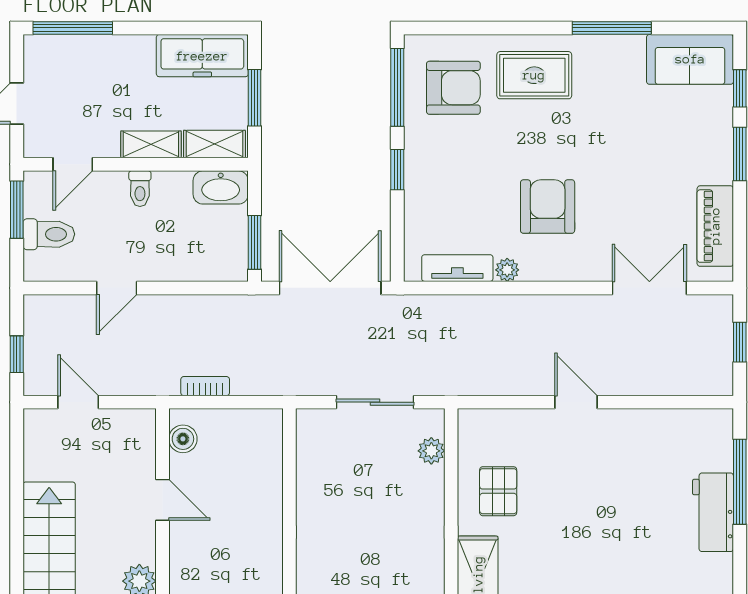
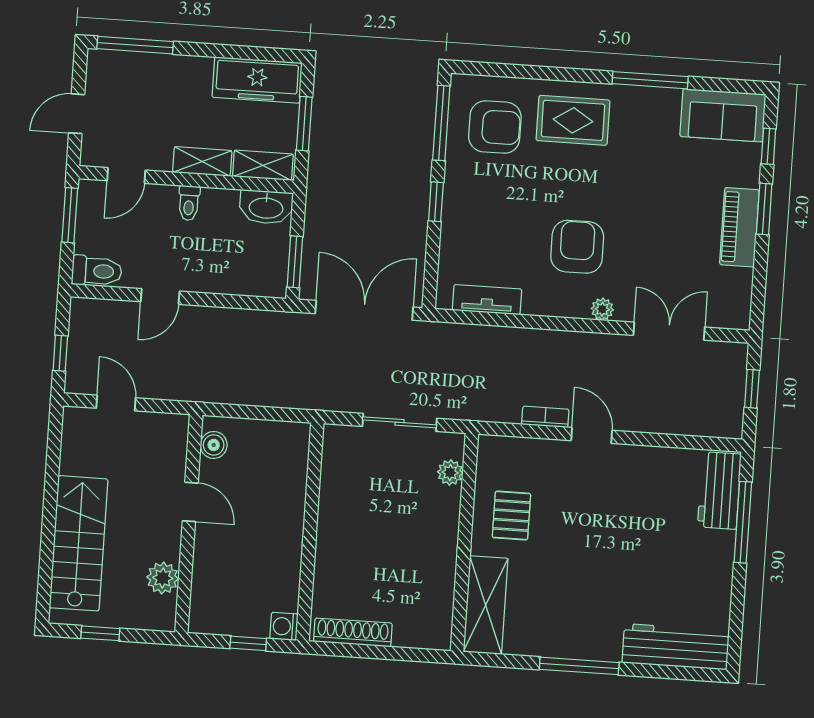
piano: (715, 226) -> (739, 227), moved
toilet: (49, 234) -> (97, 271), moved
plant: (507, 270) -> (602, 309), moved
bookcase: (205, 386) -> (545, 417), moved
workbench: (713, 512) -> (719, 491), moved

